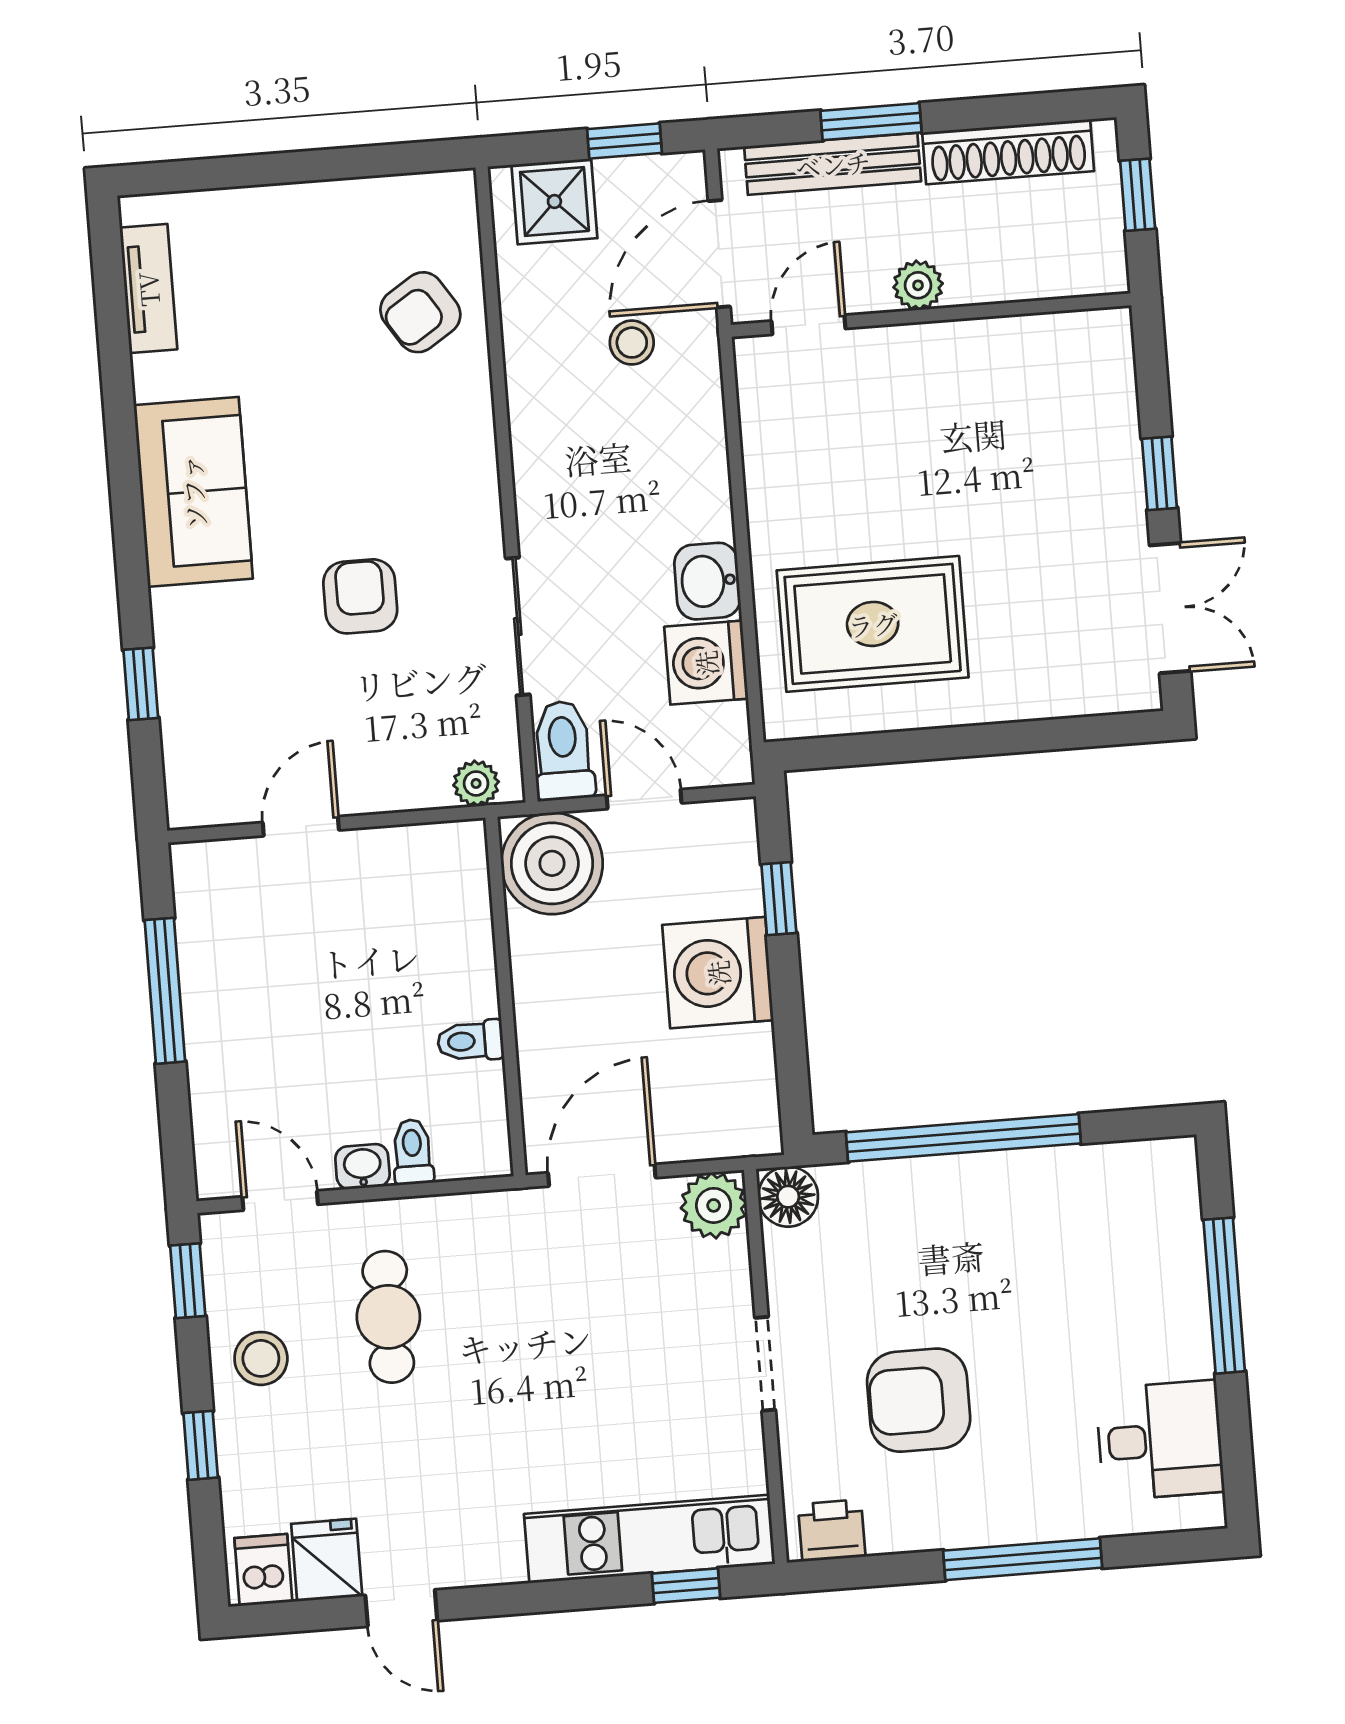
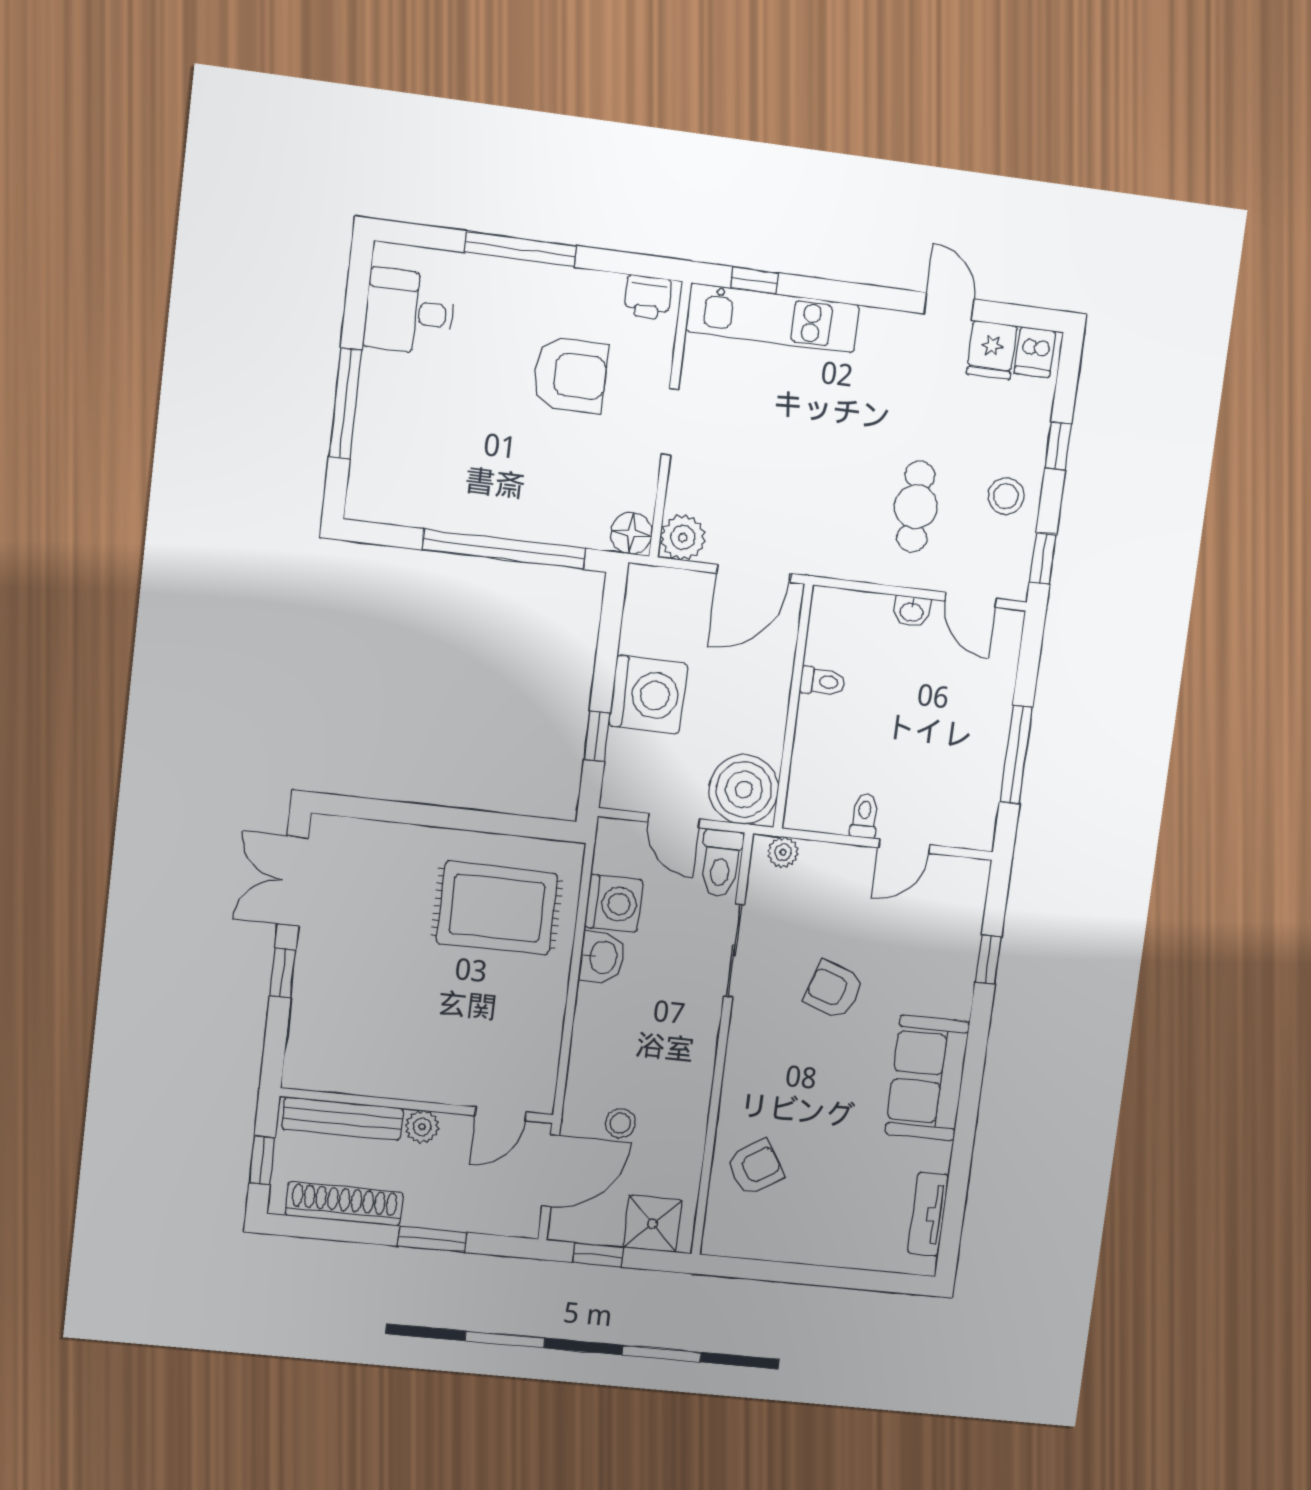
bench: (833, 164) -> (343, 1119), moved
armchair: (360, 596) -> (833, 990), turned 109
toilet: (412, 1152) -> (864, 816), moved, turned 180

